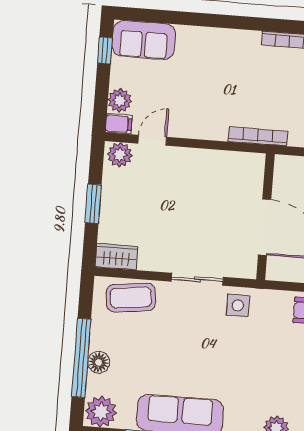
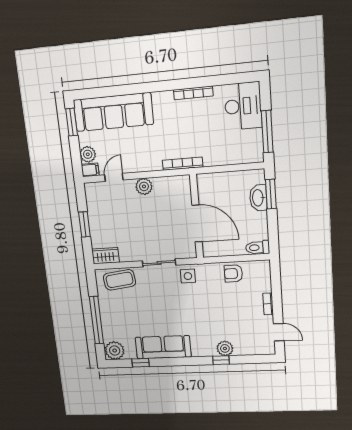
sofa: (144, 40) -> (113, 112), width x1.85, depth x1.27
window: (105, 50) -> (72, 122), width x1.50
plant: (120, 155) -> (144, 186), moved
floor lamp: (99, 362) -> (107, 322), removed

